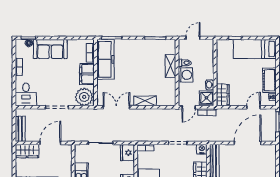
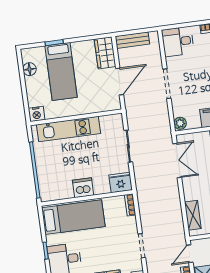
plant: (84, 97) -> (180, 123), width x0.53, depth x0.53
shelving: (145, 101) -> (193, 215), moved
door: (189, 107) -> (190, 254), hinge flipped
door: (50, 143) -> (120, 82), hinge flipped

